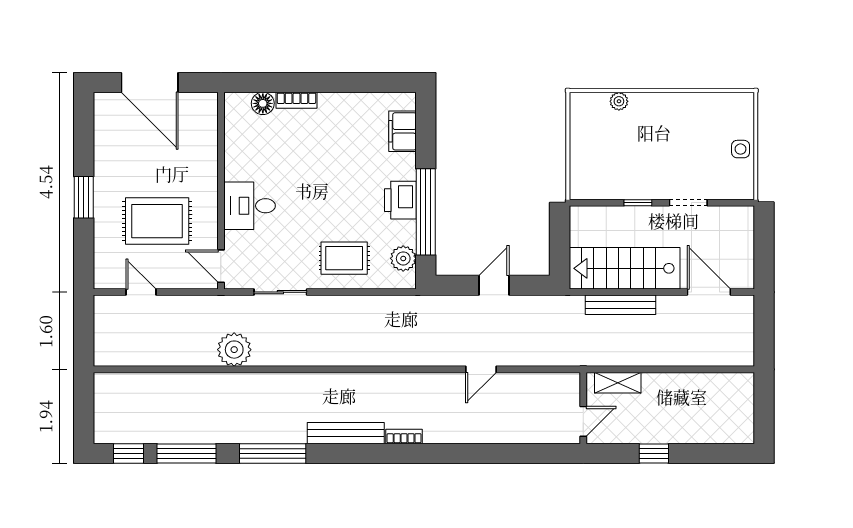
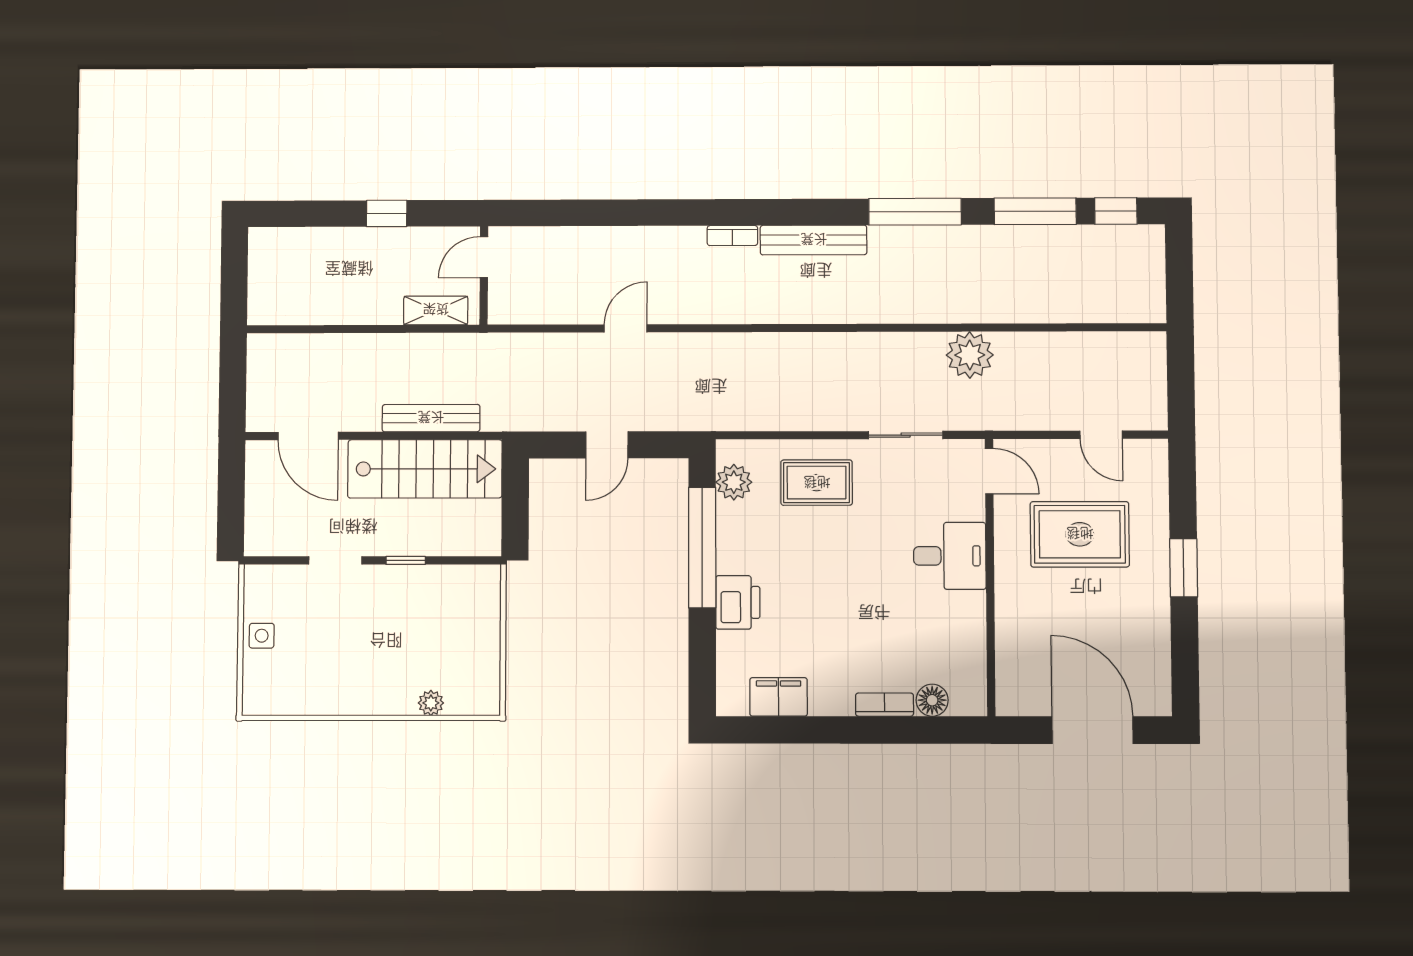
filing cabinet: (403, 131) -> (779, 697), moved, turned -90
printer: (400, 200) -> (738, 602), moved

